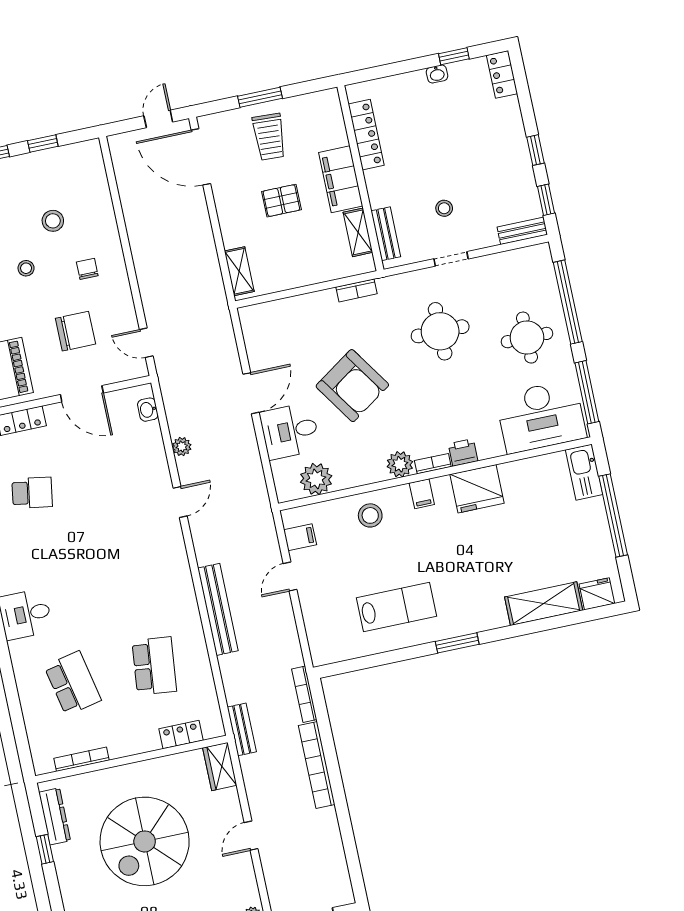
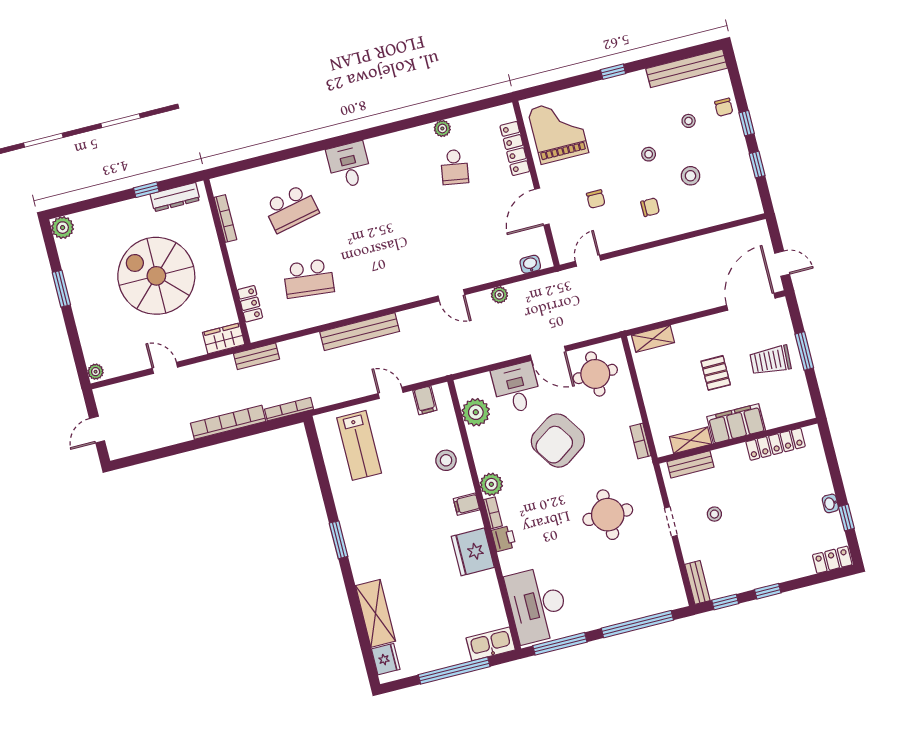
chair: (75, 331) -> (596, 199), width x0.54, depth x0.54
round table: (527, 338) -> (595, 374), moved
lab bench: (396, 607) -> (359, 445), moved

